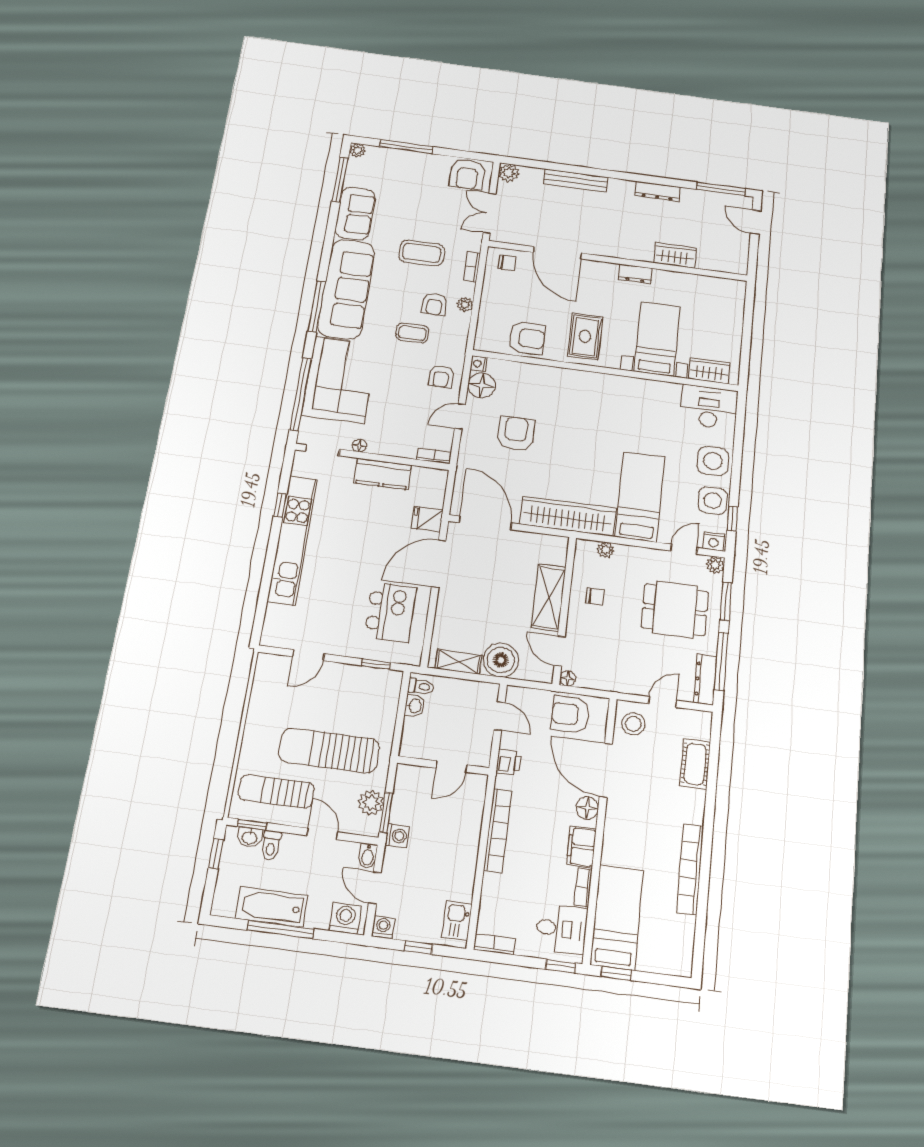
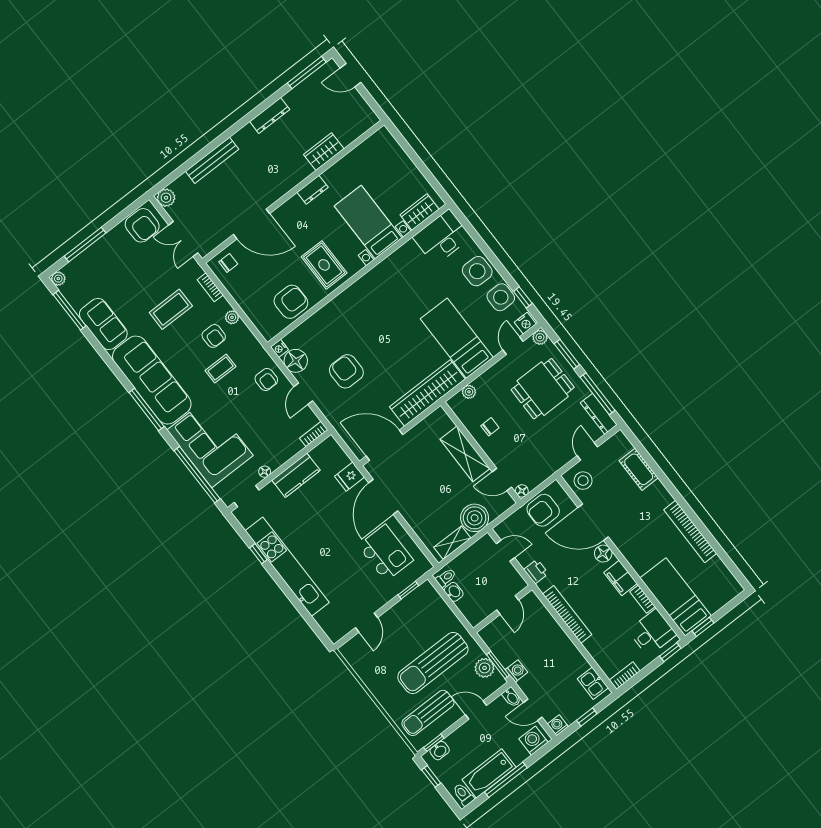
toilet: (271, 845) -> (463, 795), moved, turned 180

